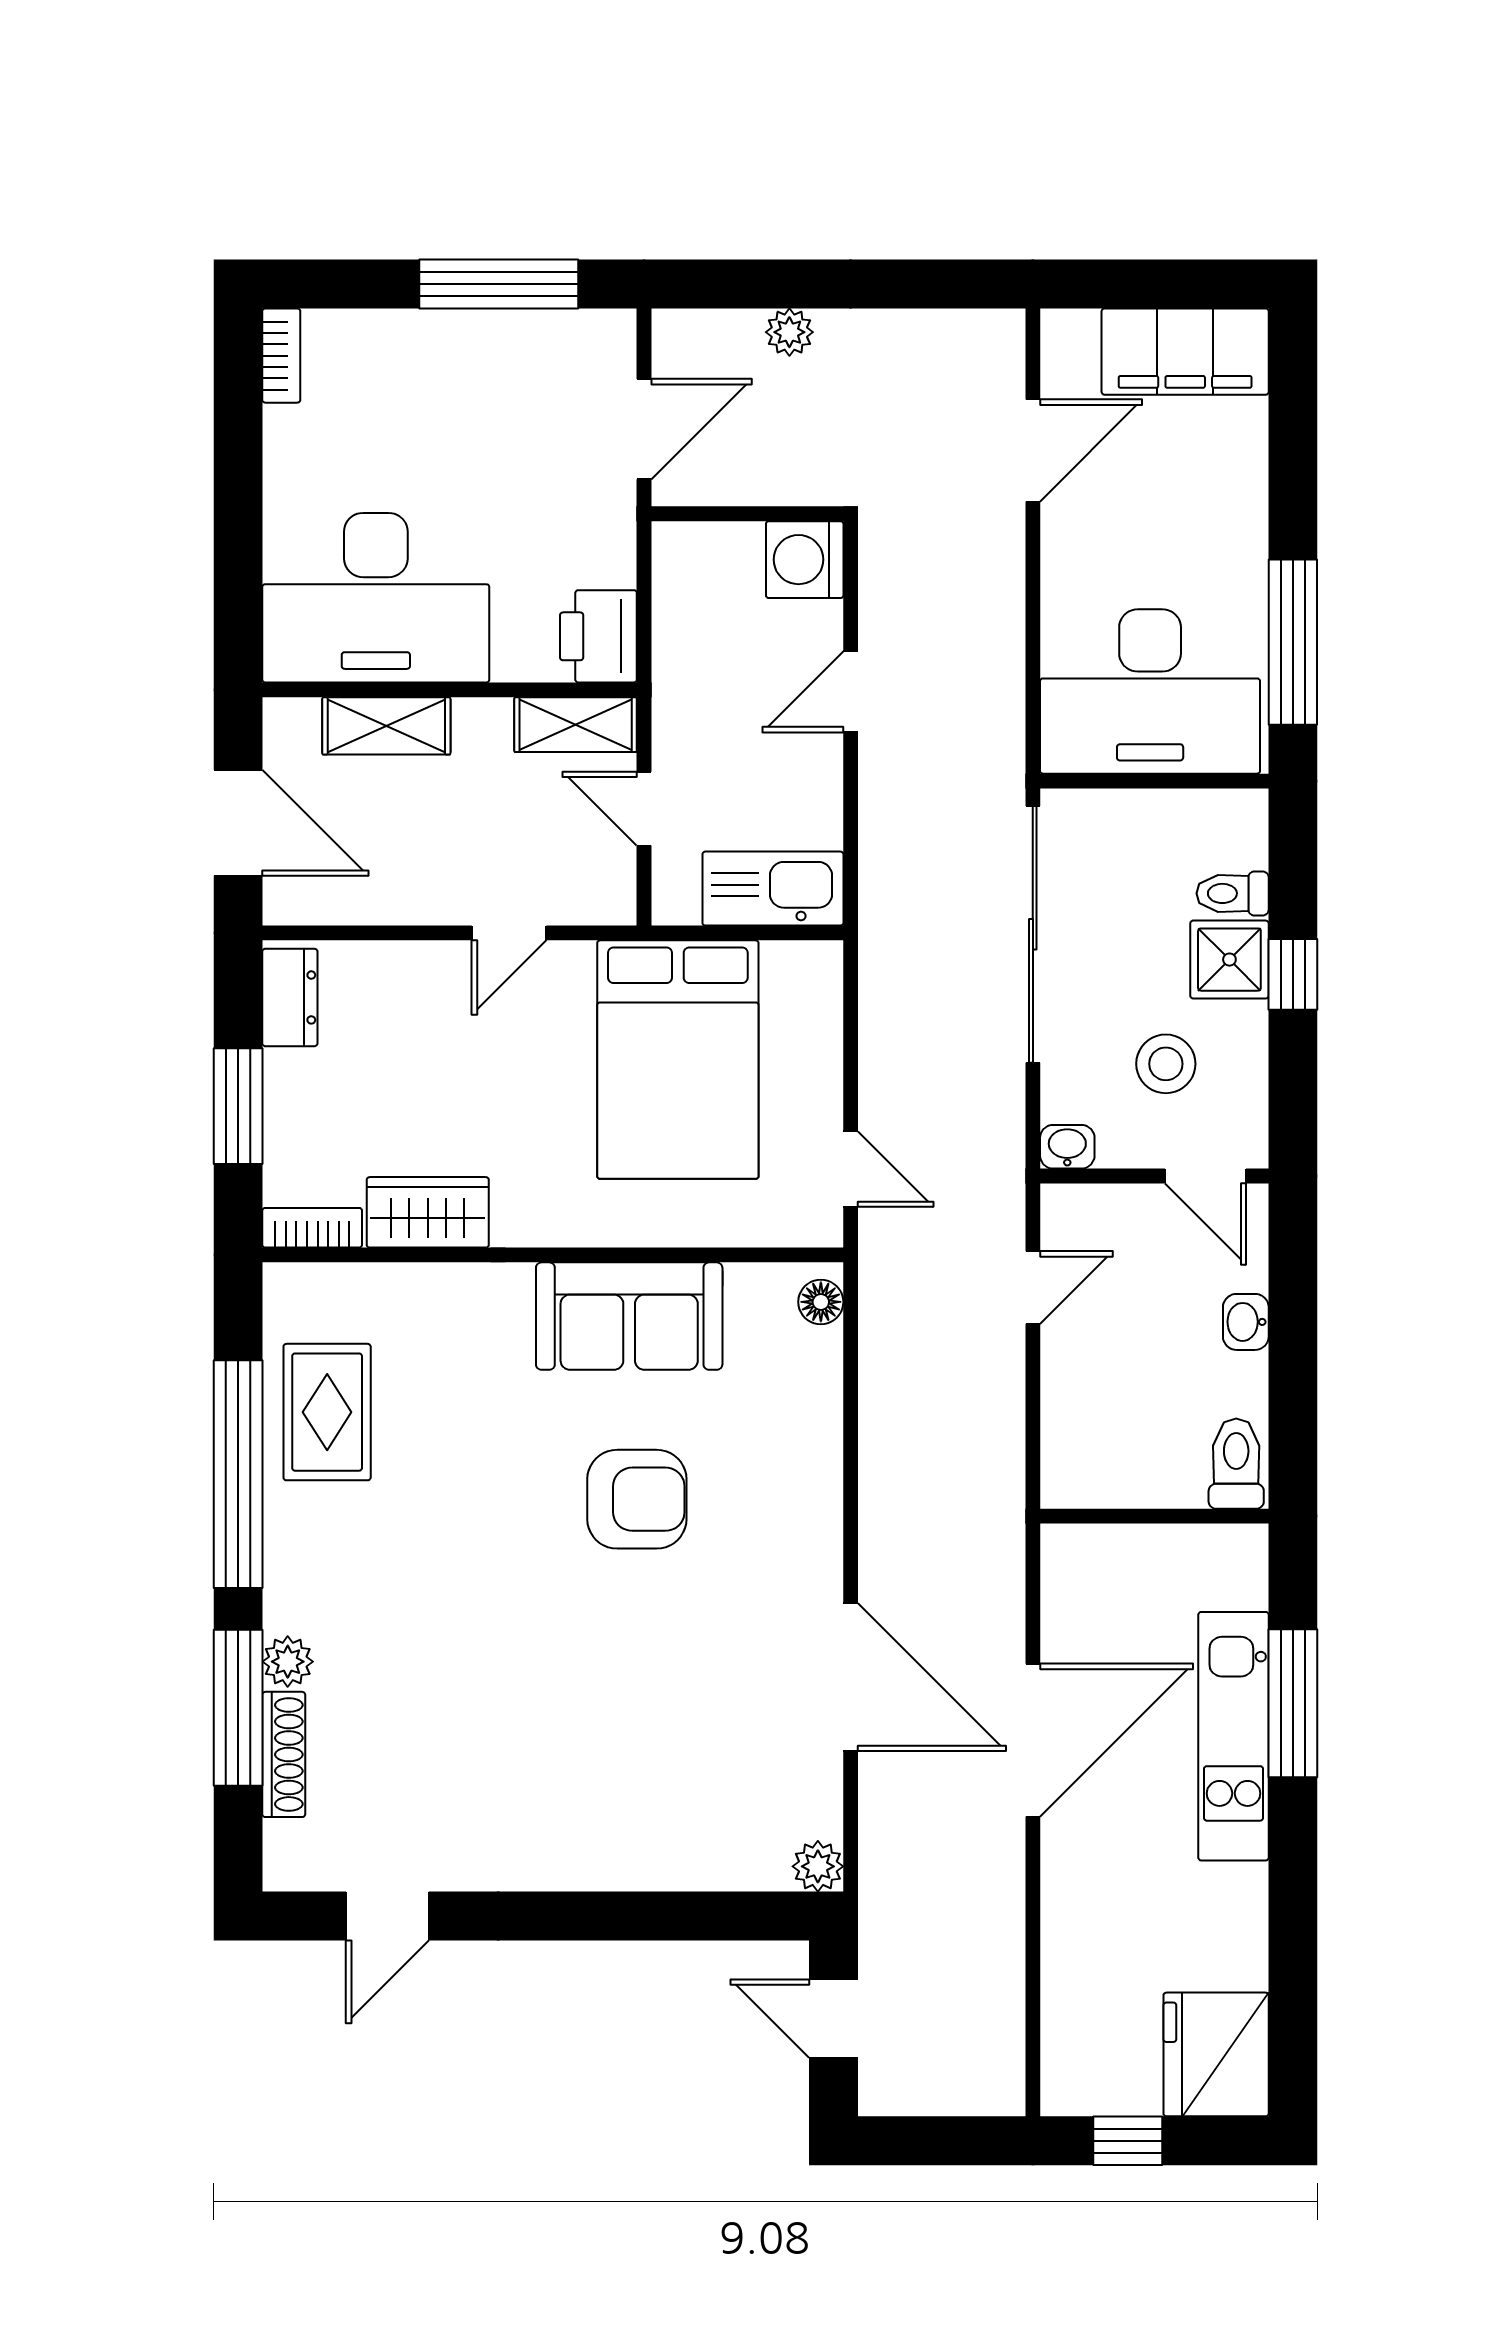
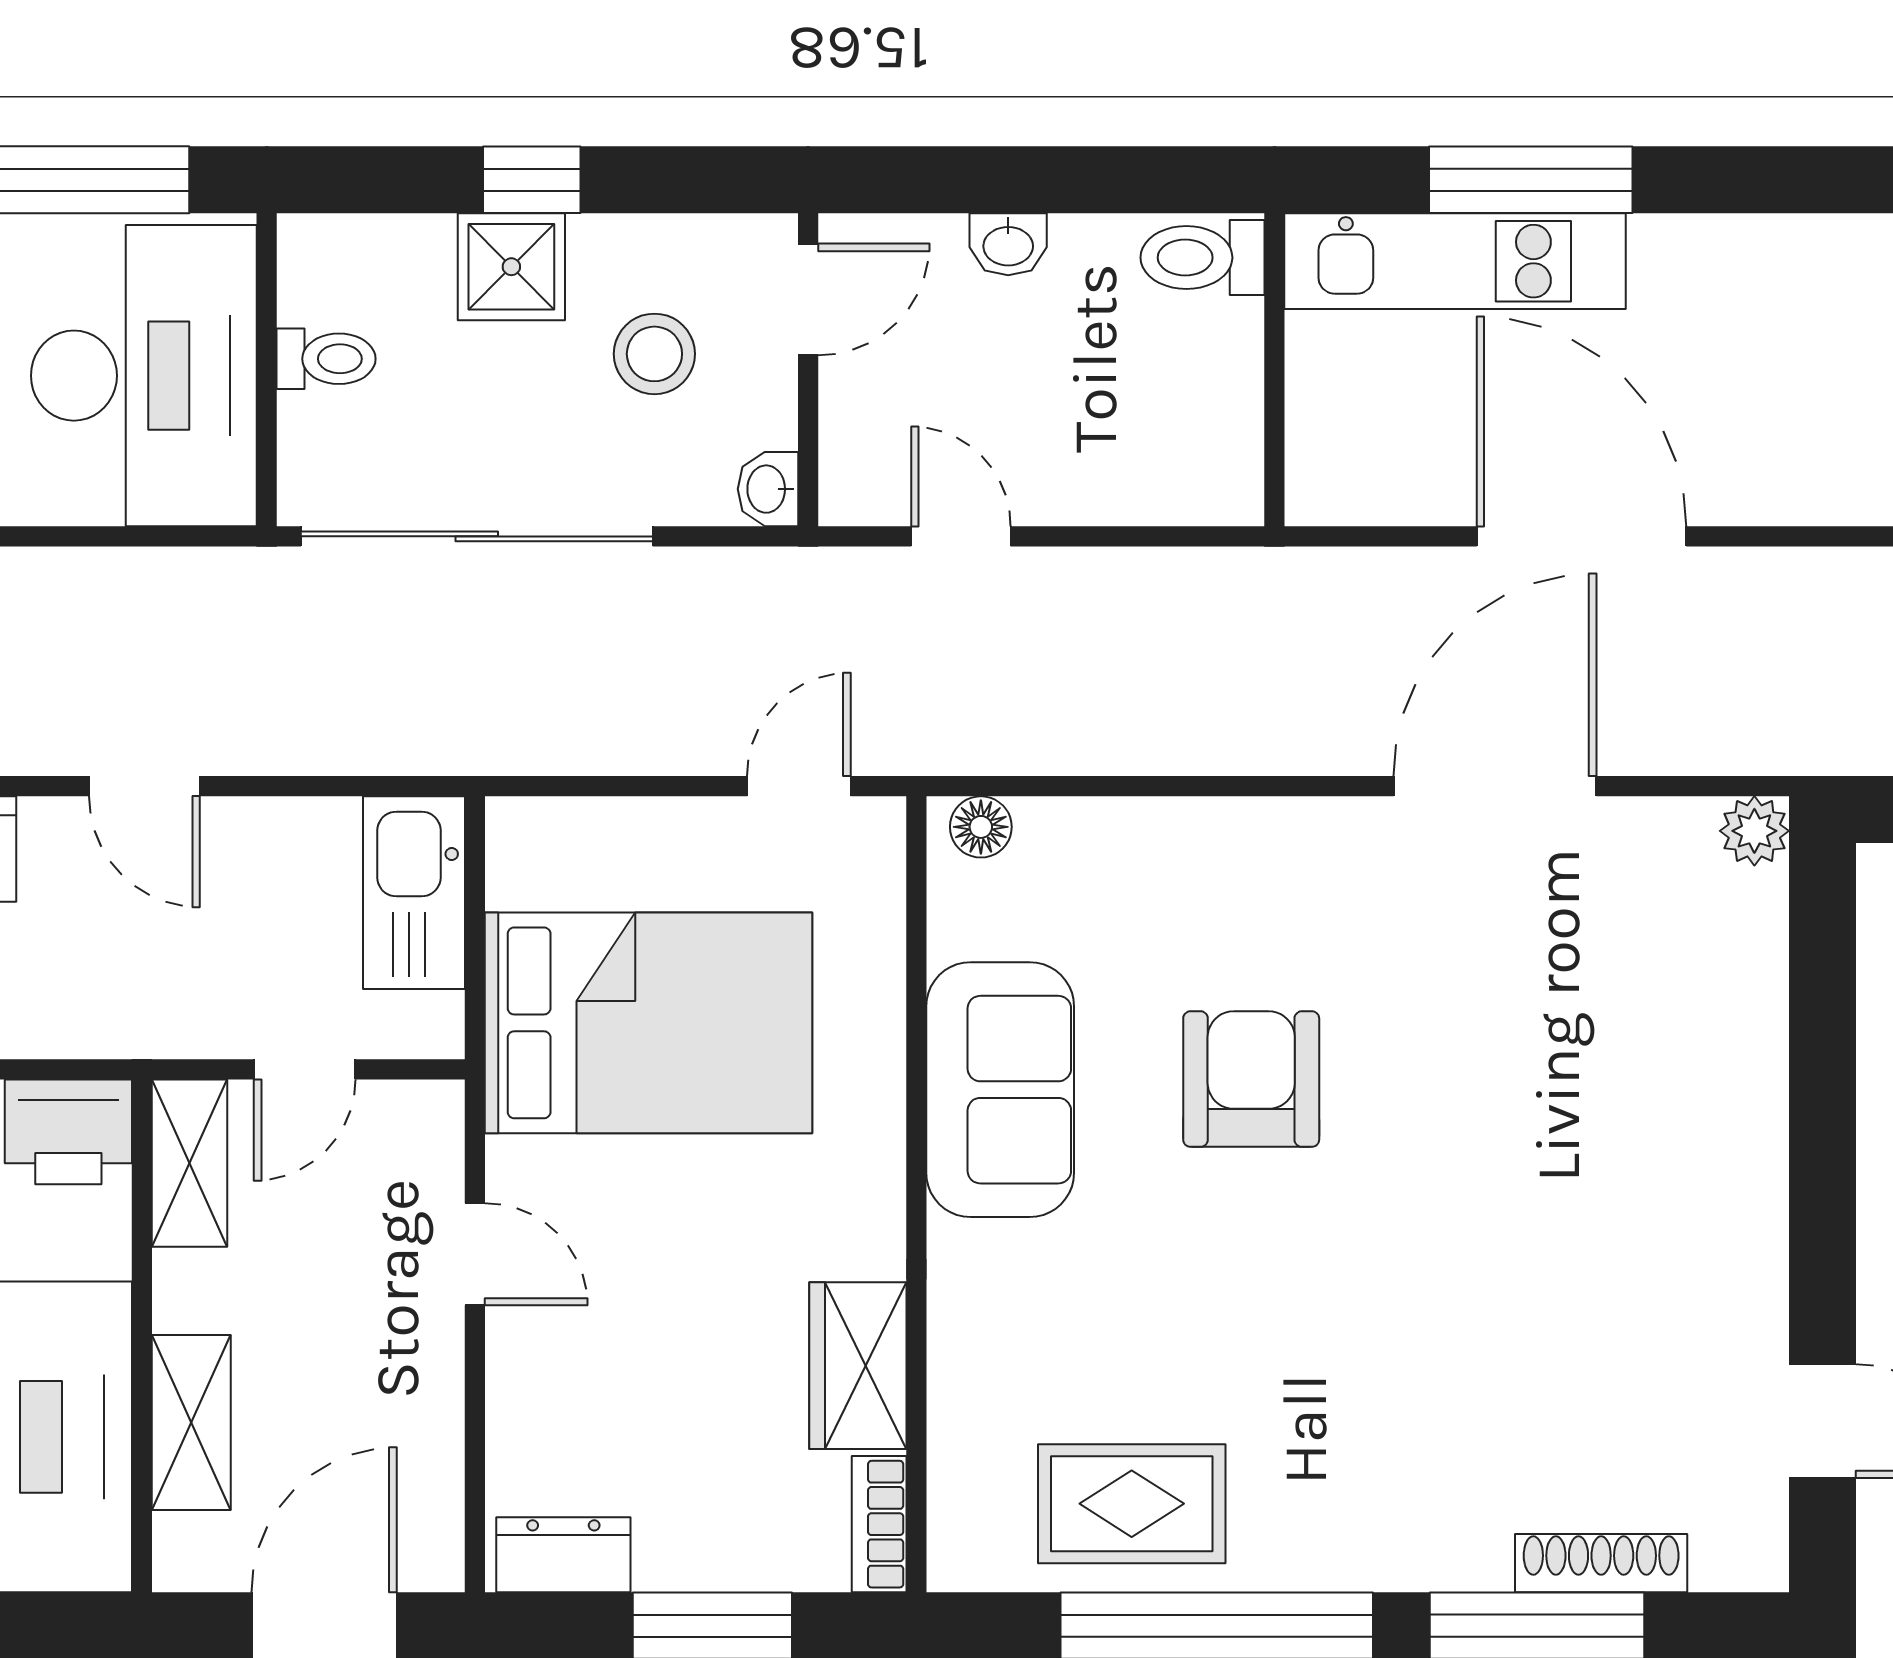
toilet: (1233, 893) -> (326, 359), moved, turned -90
plant: (288, 1662) -> (1474, 1558), removed
kitchen unit: (1233, 1736) -> (1455, 261), moved

